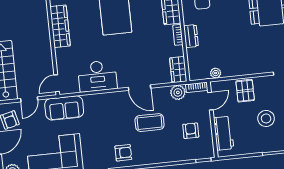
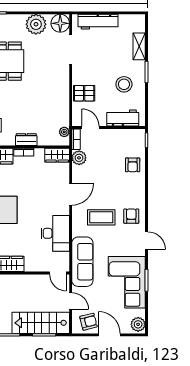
plant: (216, 73) -> (64, 132), moved
sofa: (64, 108) -> (82, 262), width x1.36
stool: (266, 118) -> (124, 84), moved
coffee table: (150, 123) -> (101, 217), moved, turned 90
armchair: (191, 131) -> (133, 165), moved, turned -90

